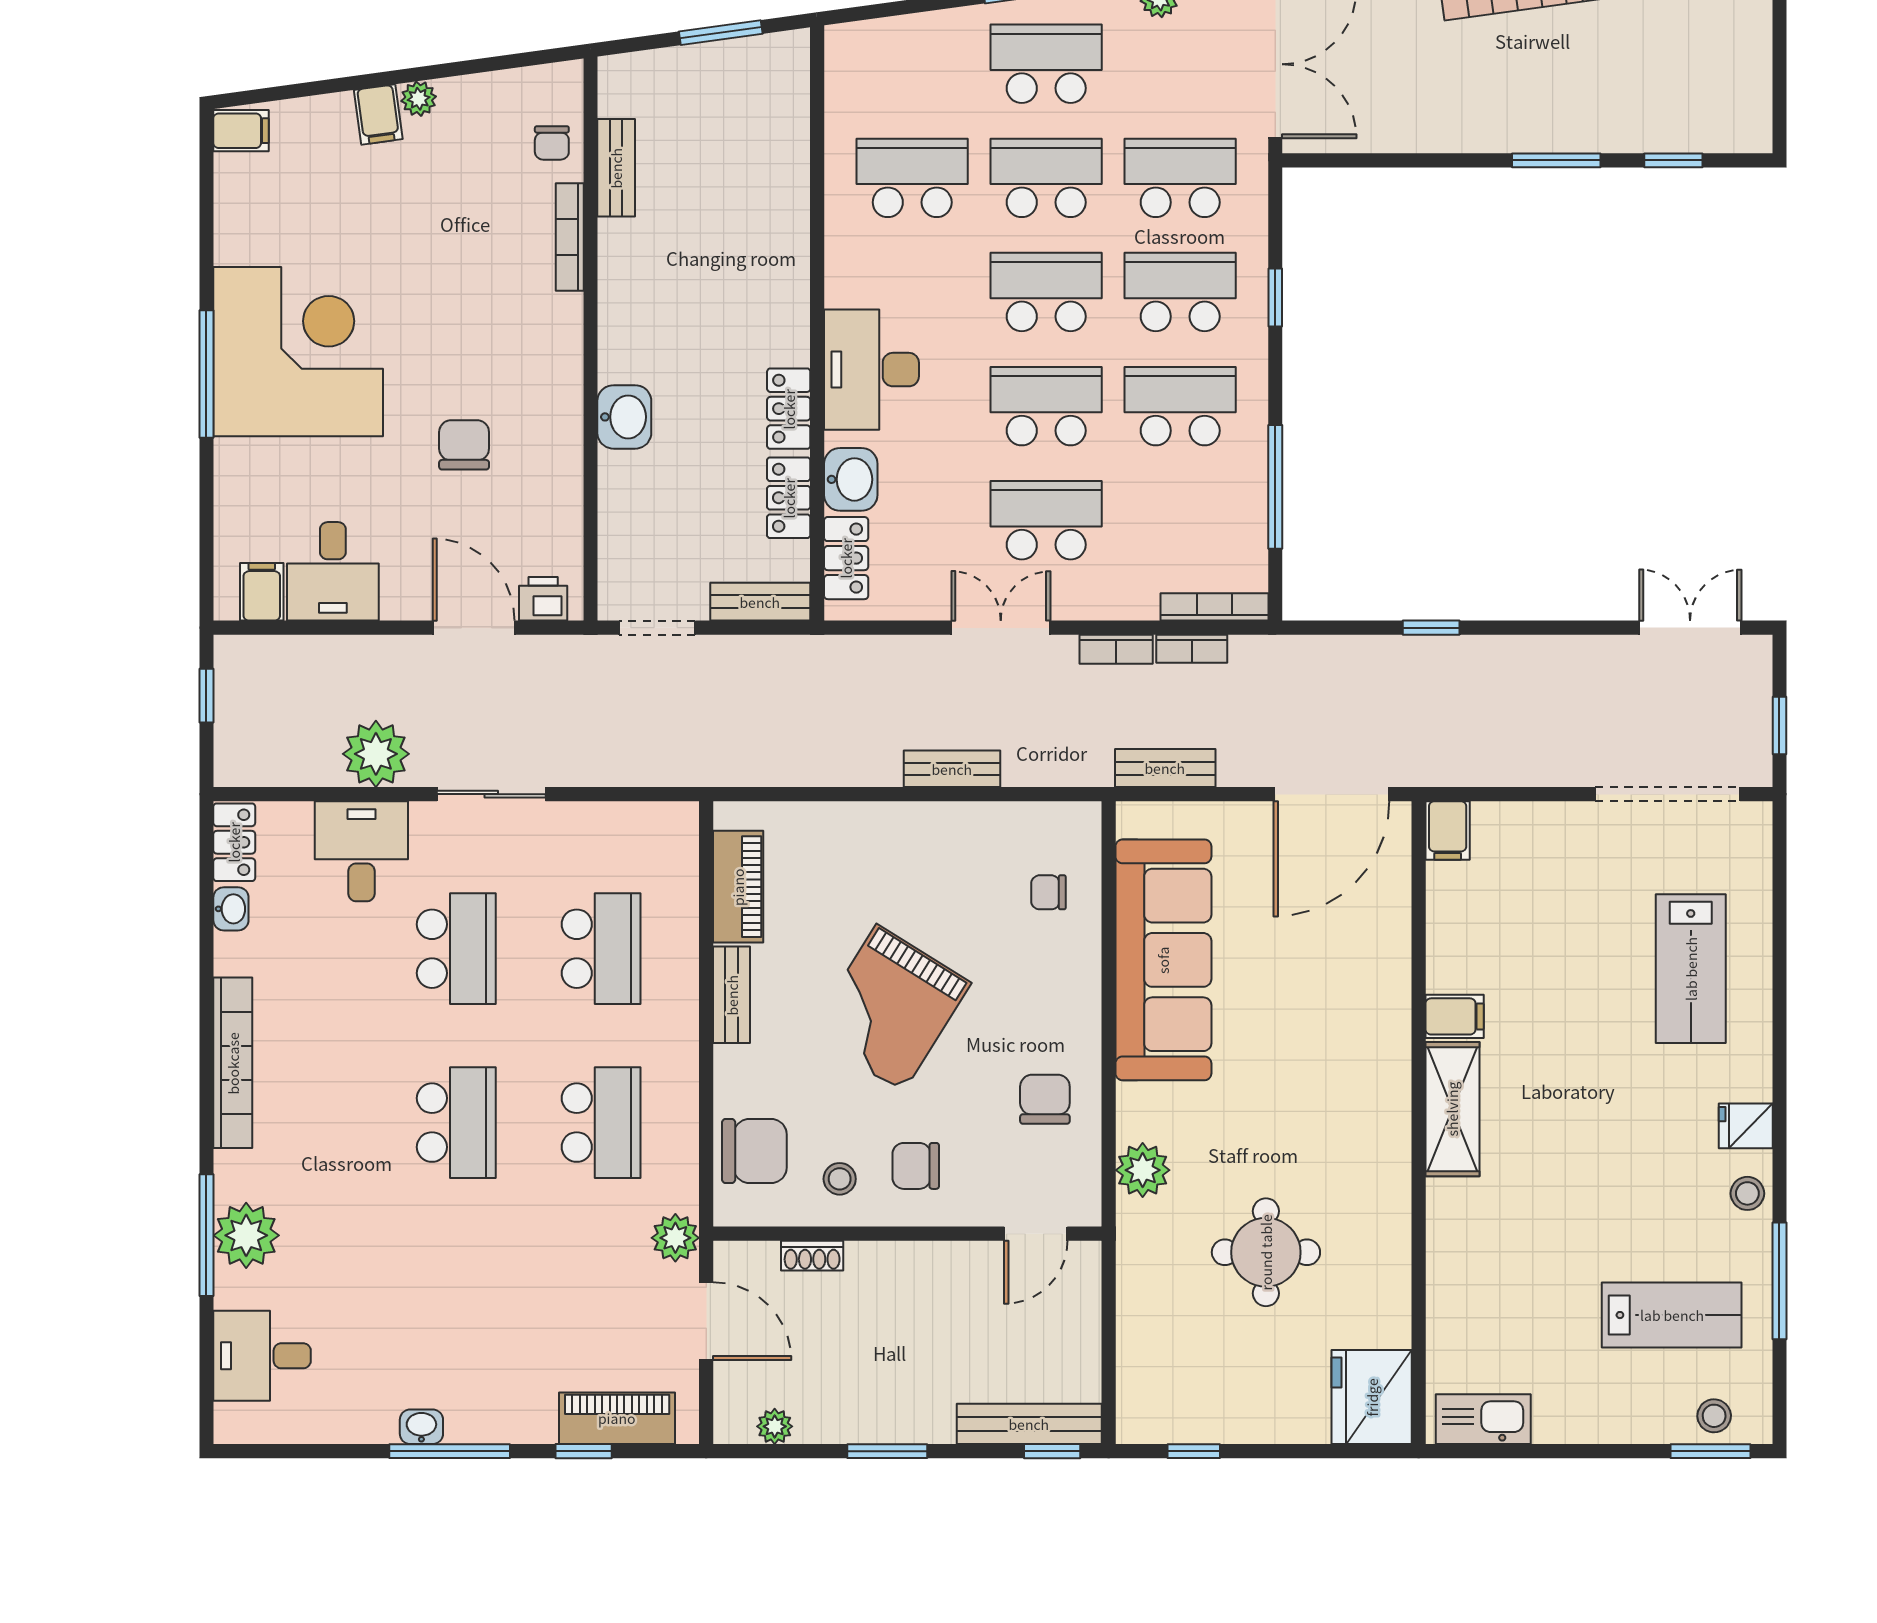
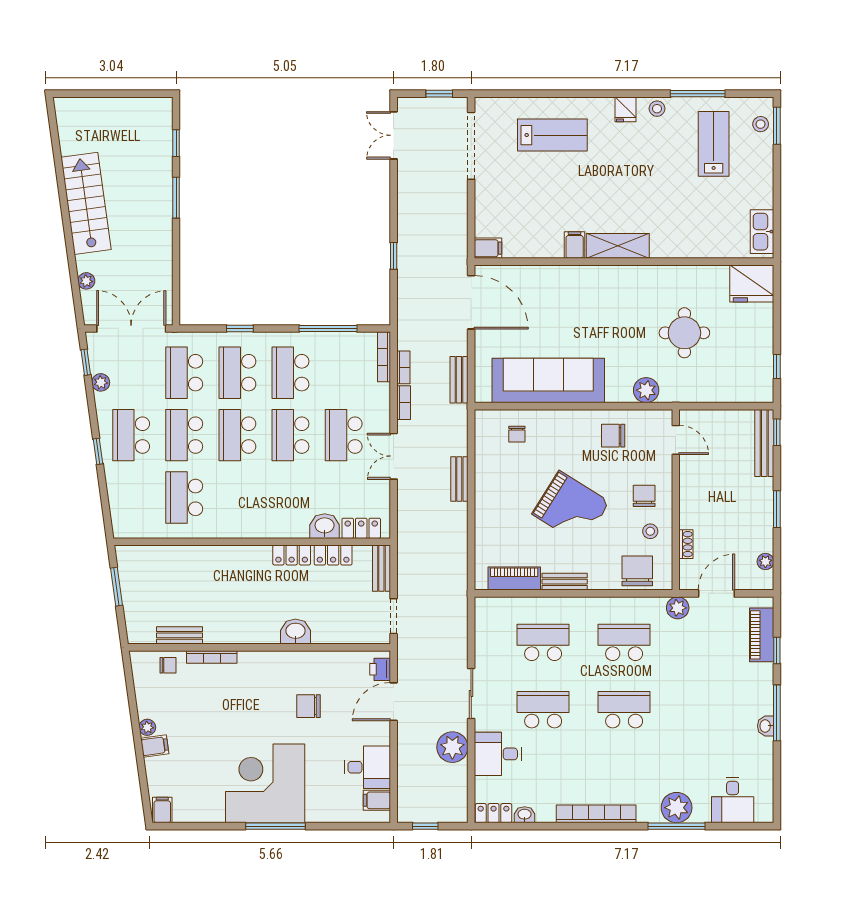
desk: (871, 370) -> (273, 516), removed
chair: (916, 1166) -> (644, 496), turned 180

